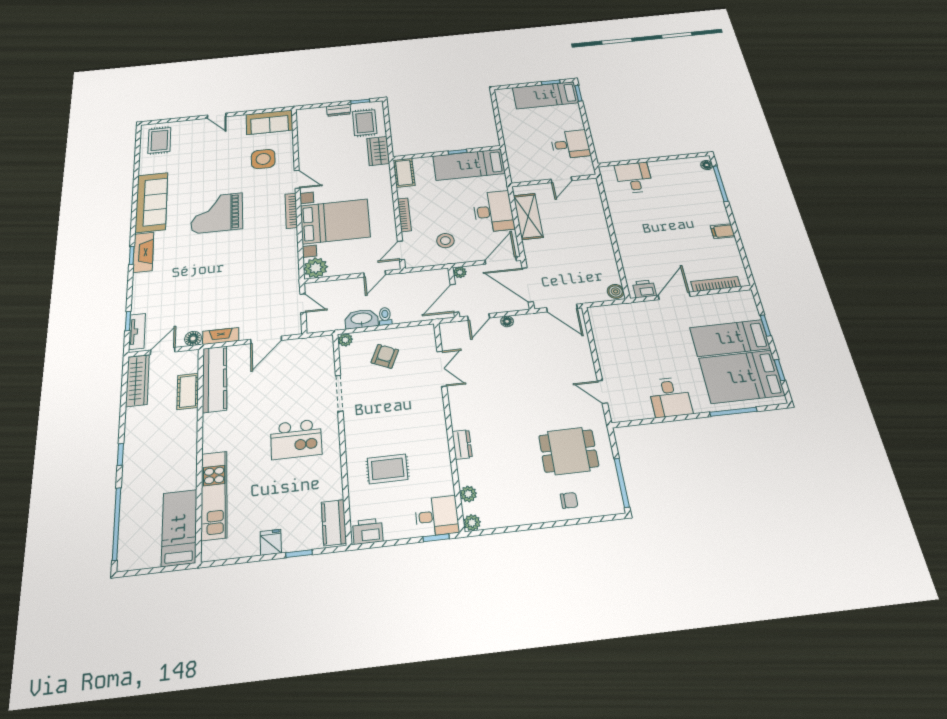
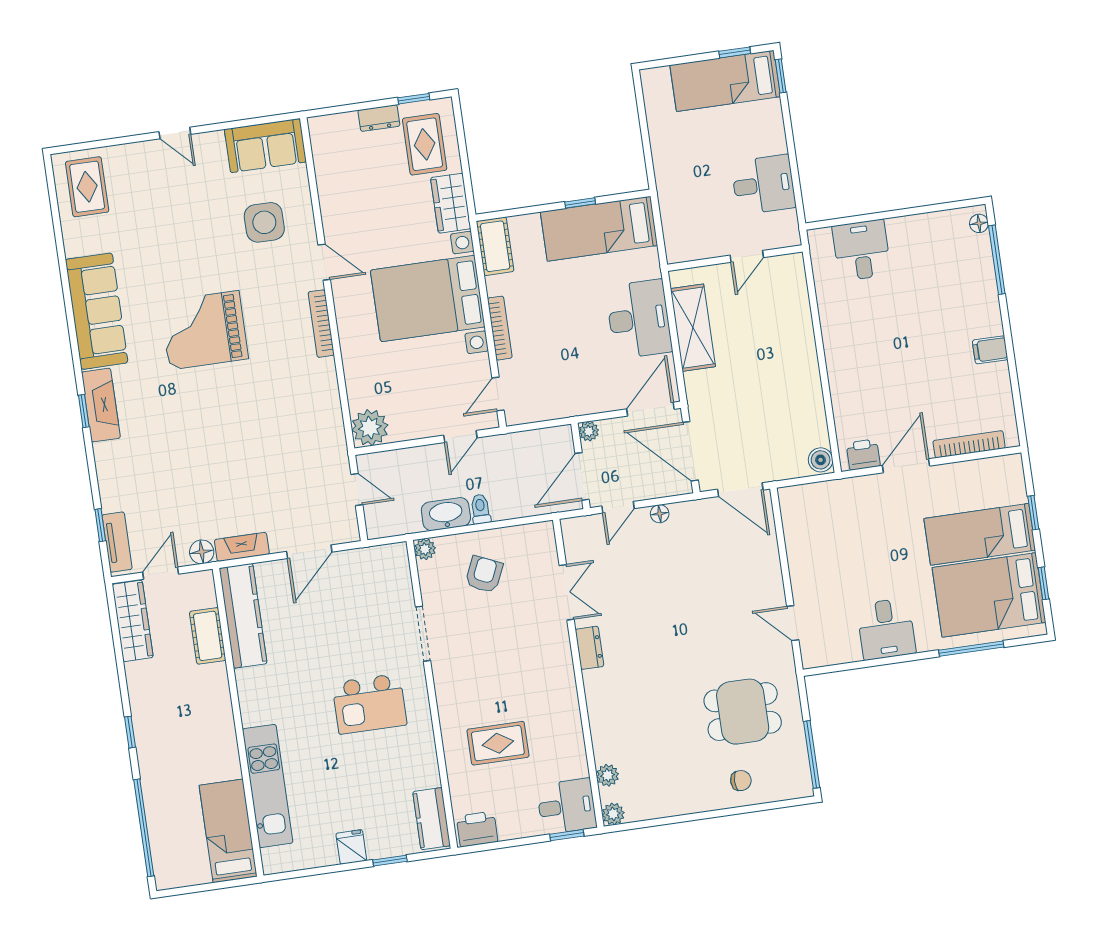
bed with nightstands: (335, 221) -> (428, 298), moved, turned 180
stool: (445, 241) -> (565, 375), removed
dresser: (462, 444) -> (590, 648), moved

